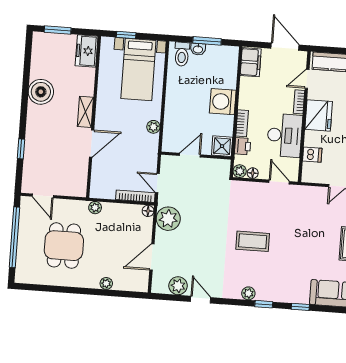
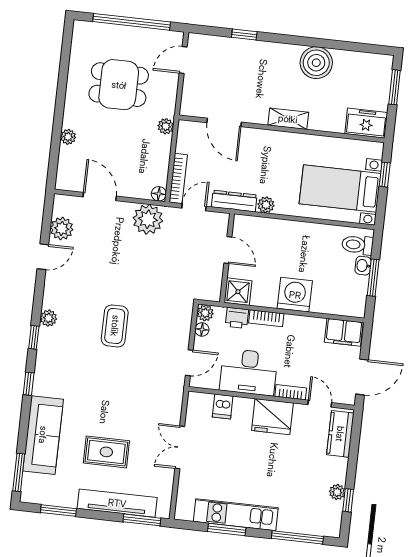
door: (92, 144) -> (224, 122), moved
dresser: (151, 152) -> (234, 201), added

